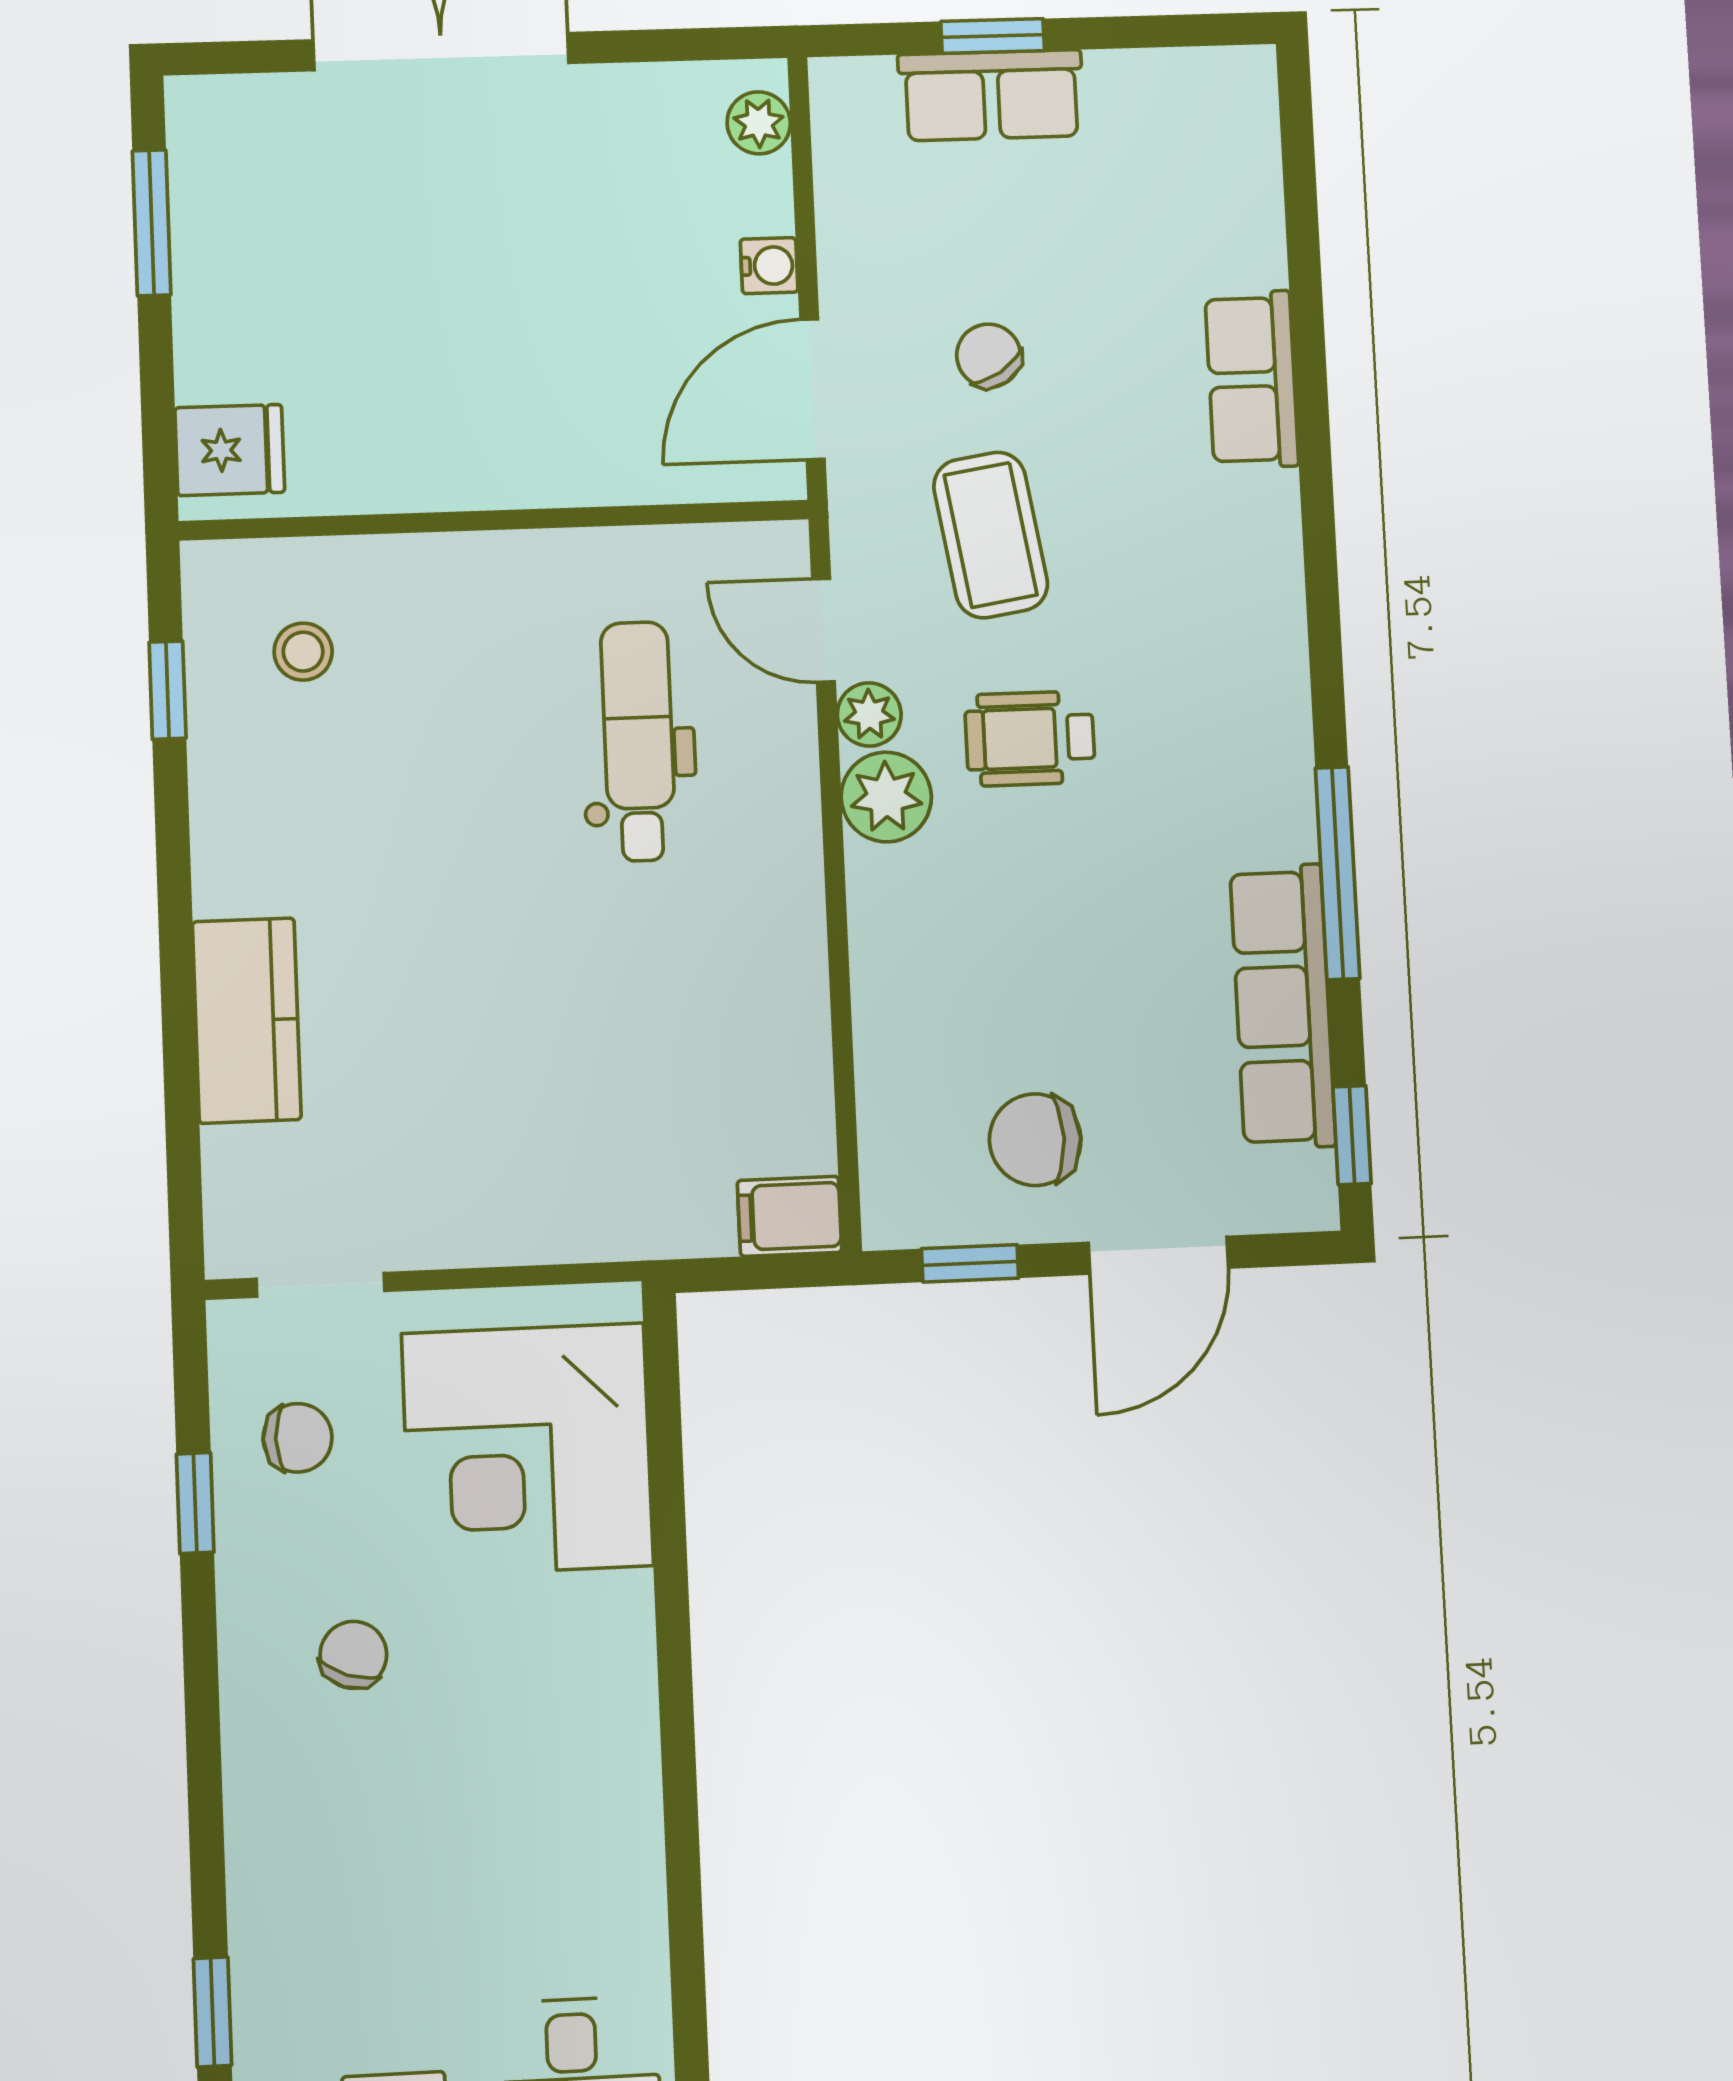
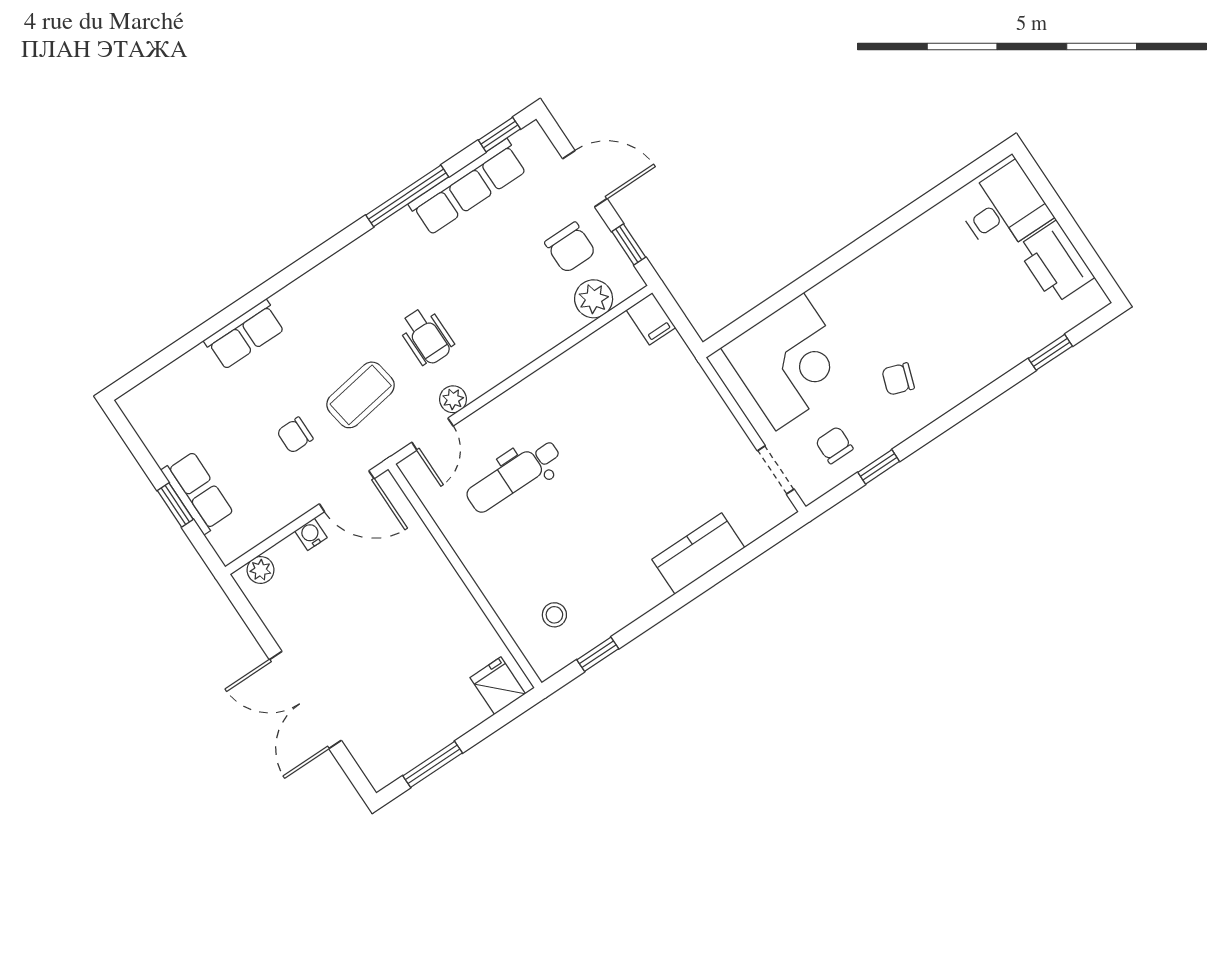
chair: (989, 356) -> (295, 435), turned 33
plant: (886, 797) -> (594, 299), moved

